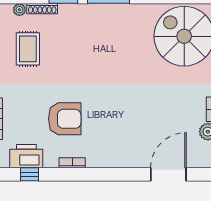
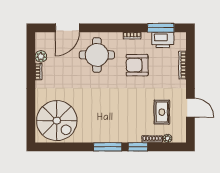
round table: (125, 134) -> (97, 55), added
window: (29, 174) -> (161, 28), width x2.17

